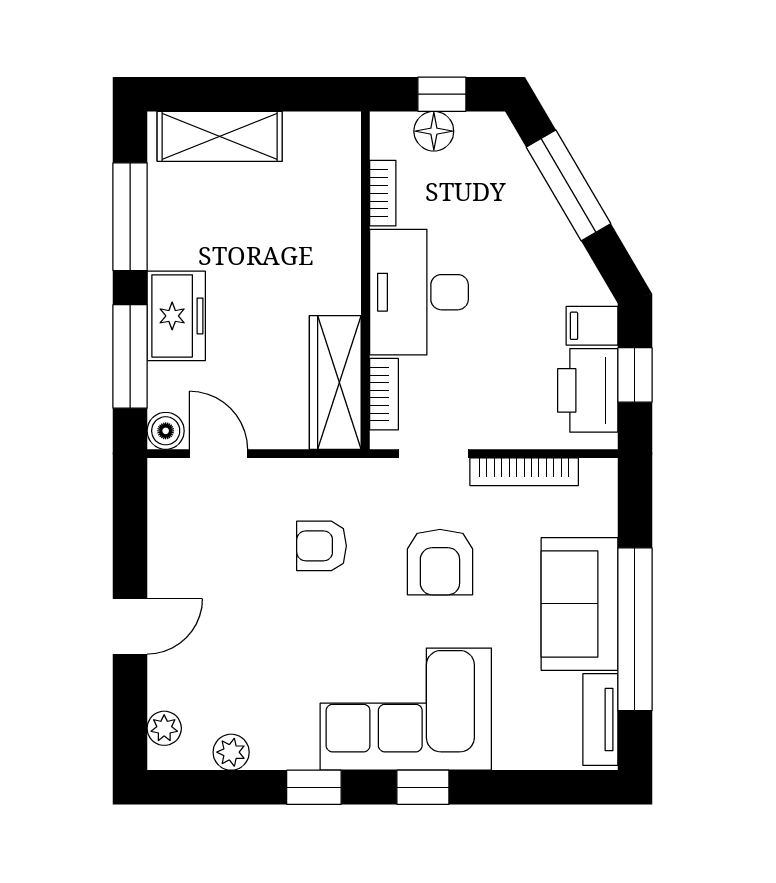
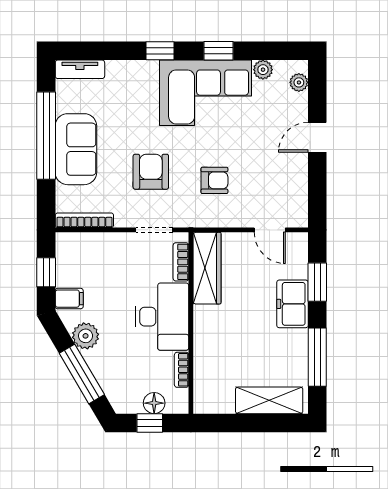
plant: (562, 256) -> (86, 336), added
window: (130, 356) -> (317, 282), width x0.69
printer: (588, 390) -> (71, 264), removed
boiler: (166, 431) -> (298, 242), removed
bookcase: (524, 472) -> (84, 220), moved
corner sofa: (406, 709) -> (206, 93), moved
tv unit: (600, 720) -> (80, 69), moved, turned 90

